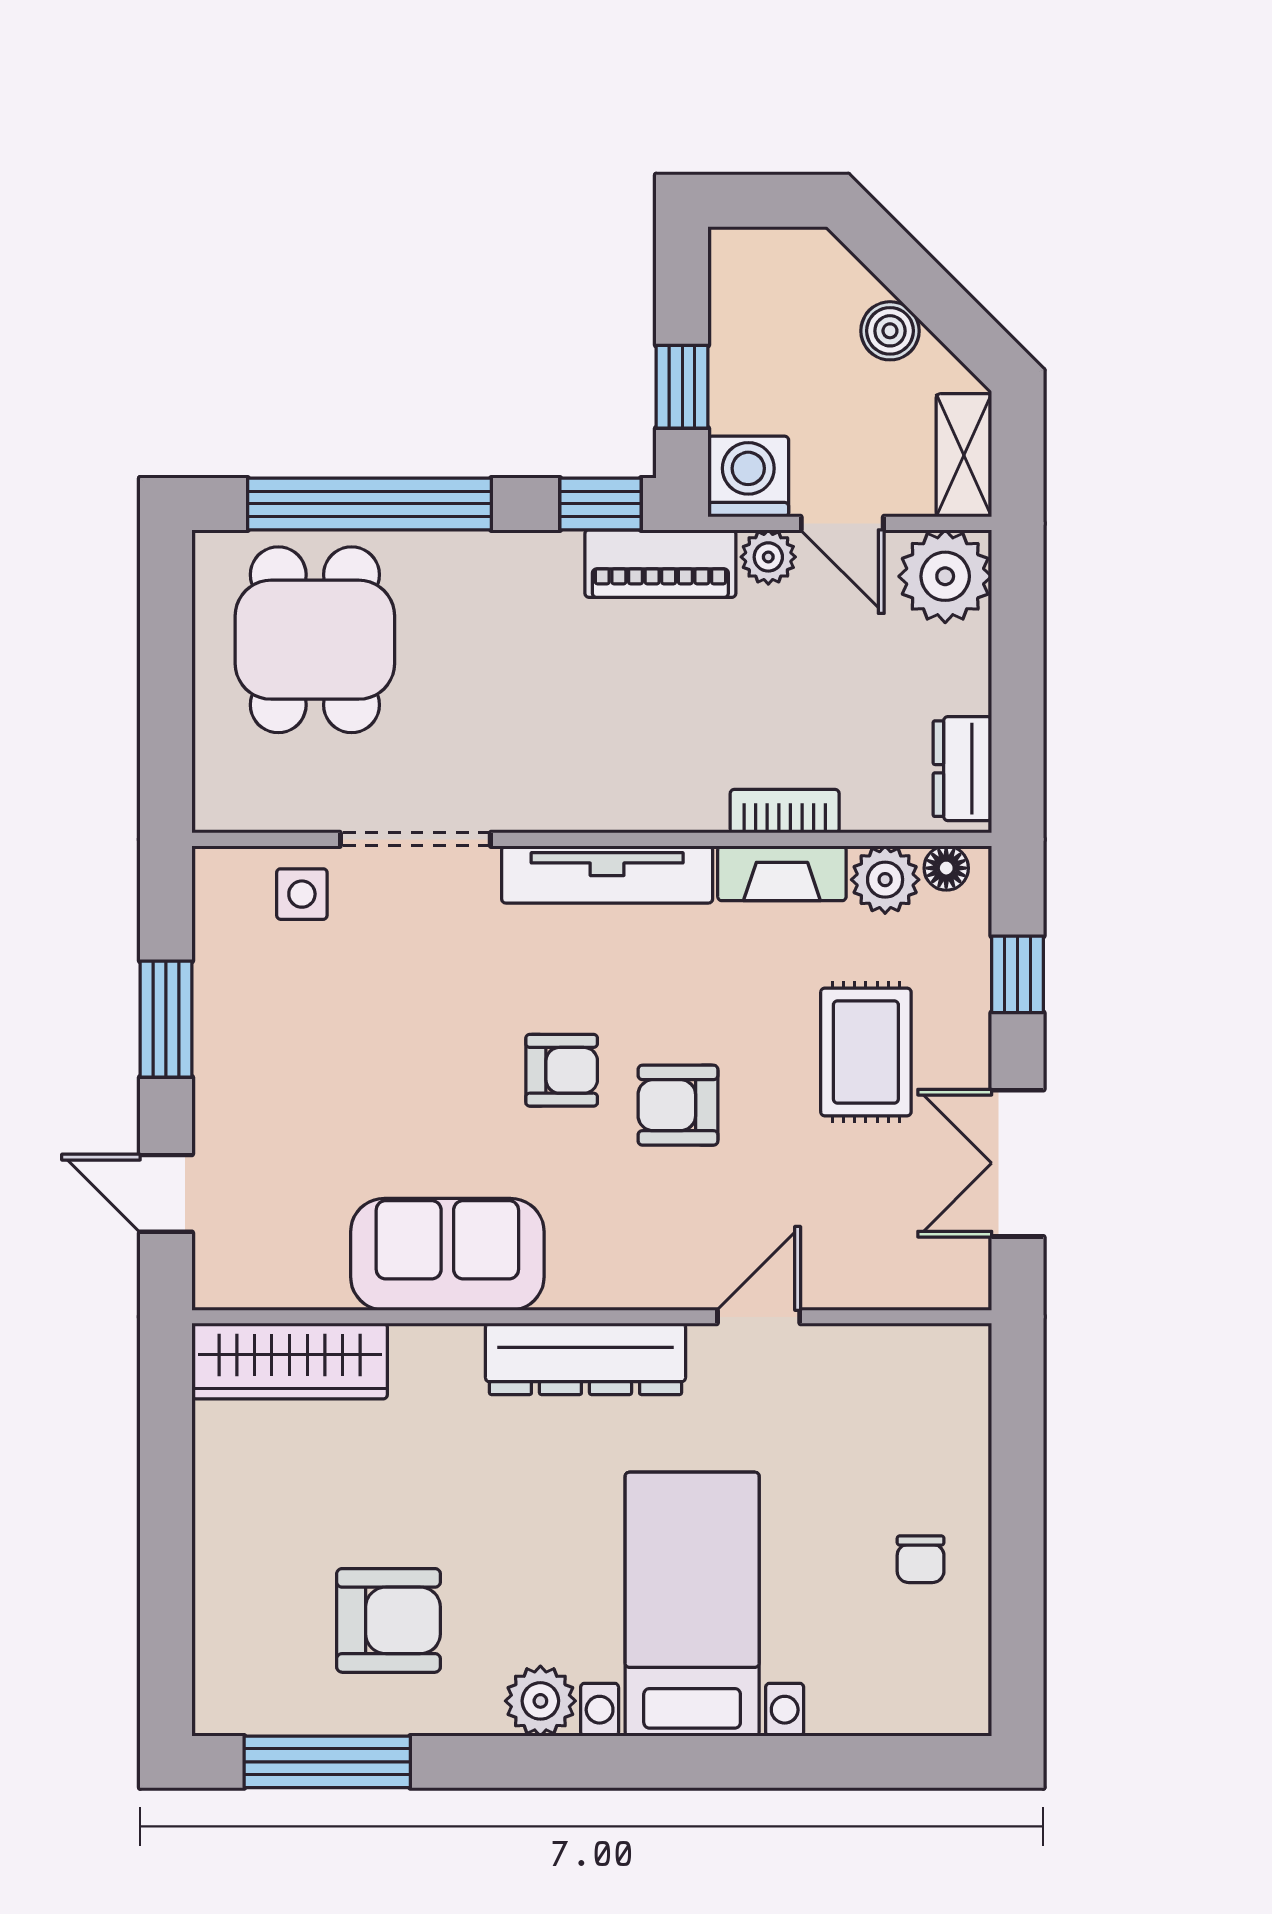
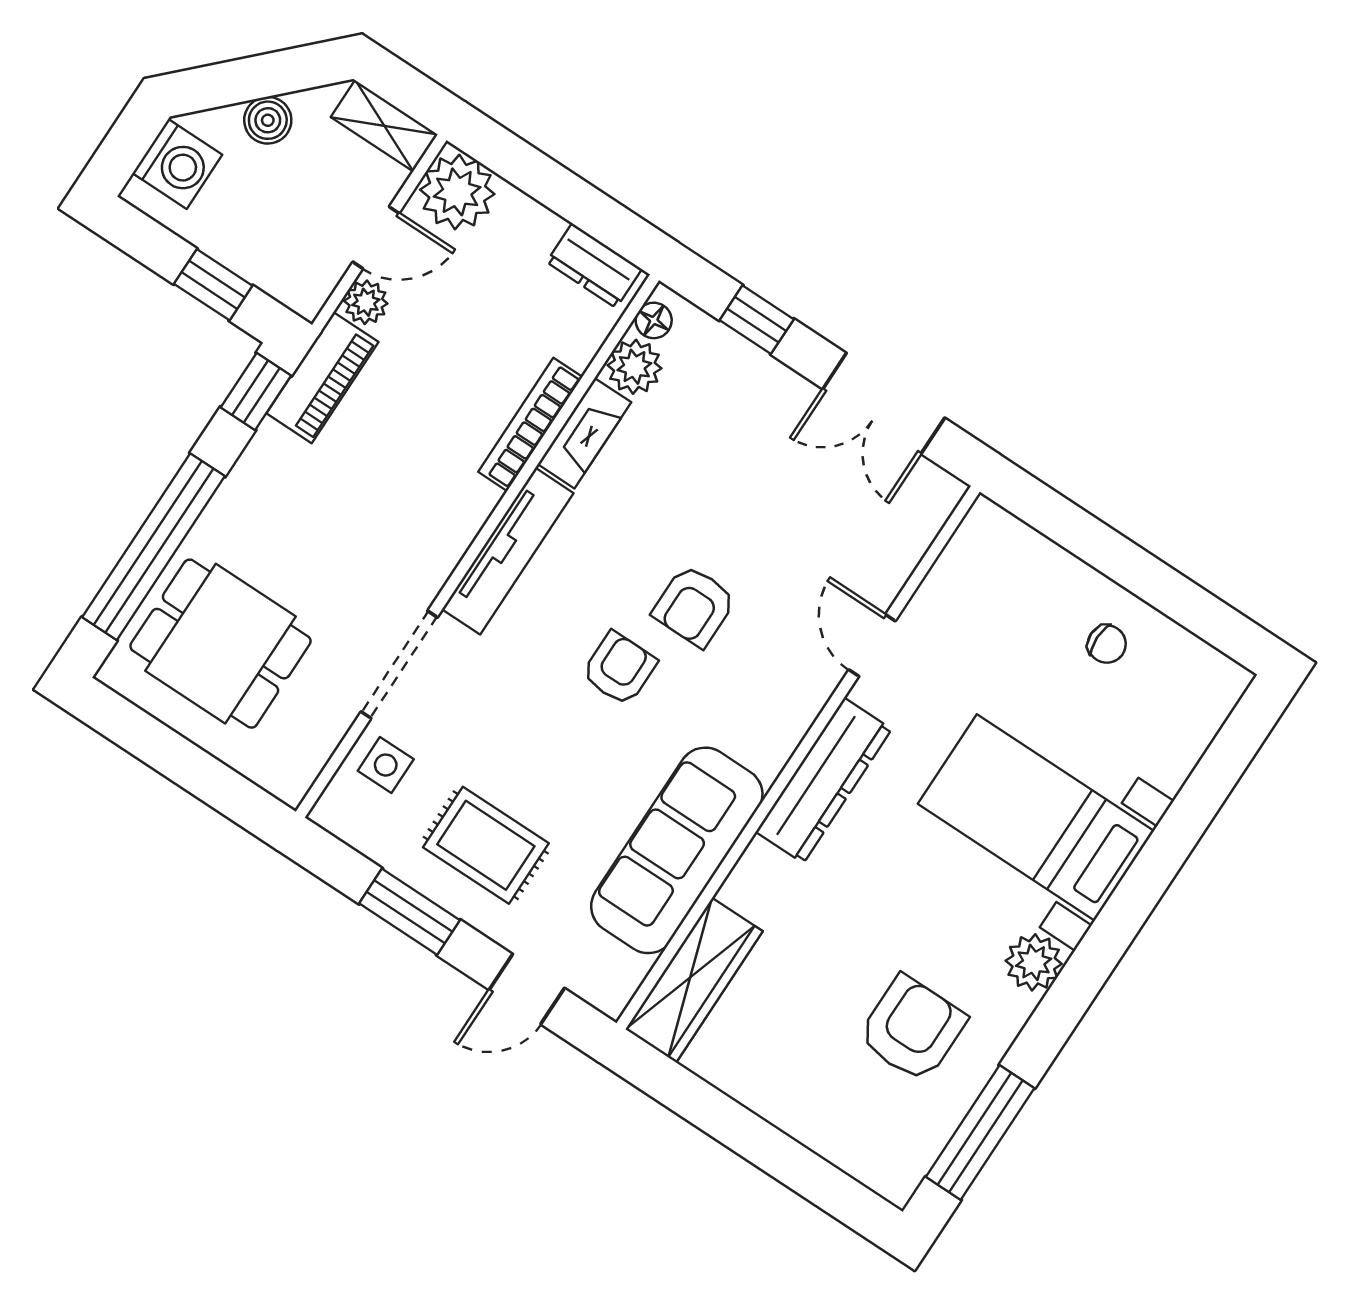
washing machine: (748, 476) -> (177, 164), moved, turned 180
bookcase: (785, 811) -> (530, 424), width x1.56
rug: (866, 1052) -> (486, 845), moved
sofa: (447, 1254) -> (677, 850), width x1.36

